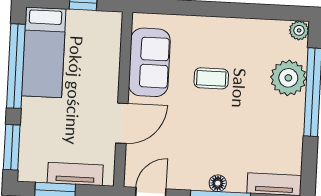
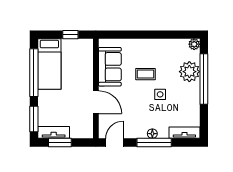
side table: (235, 115) -> (160, 94), added
door: (122, 123) -> (96, 102), hinge flipped
tv unit: (75, 174) -> (54, 132), moved

